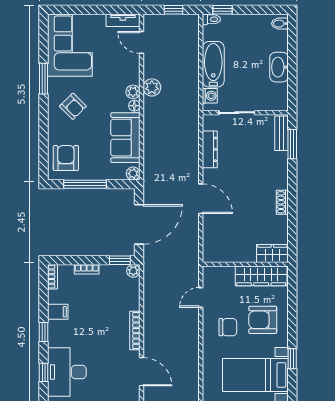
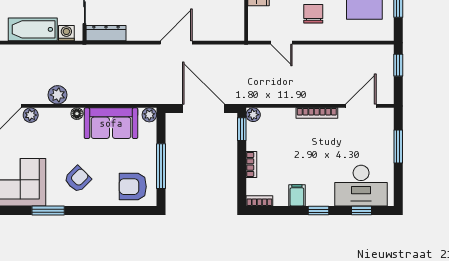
plant: (133, 92) -> (31, 115), moved
dresser: (210, 149) -> (106, 33), moved

